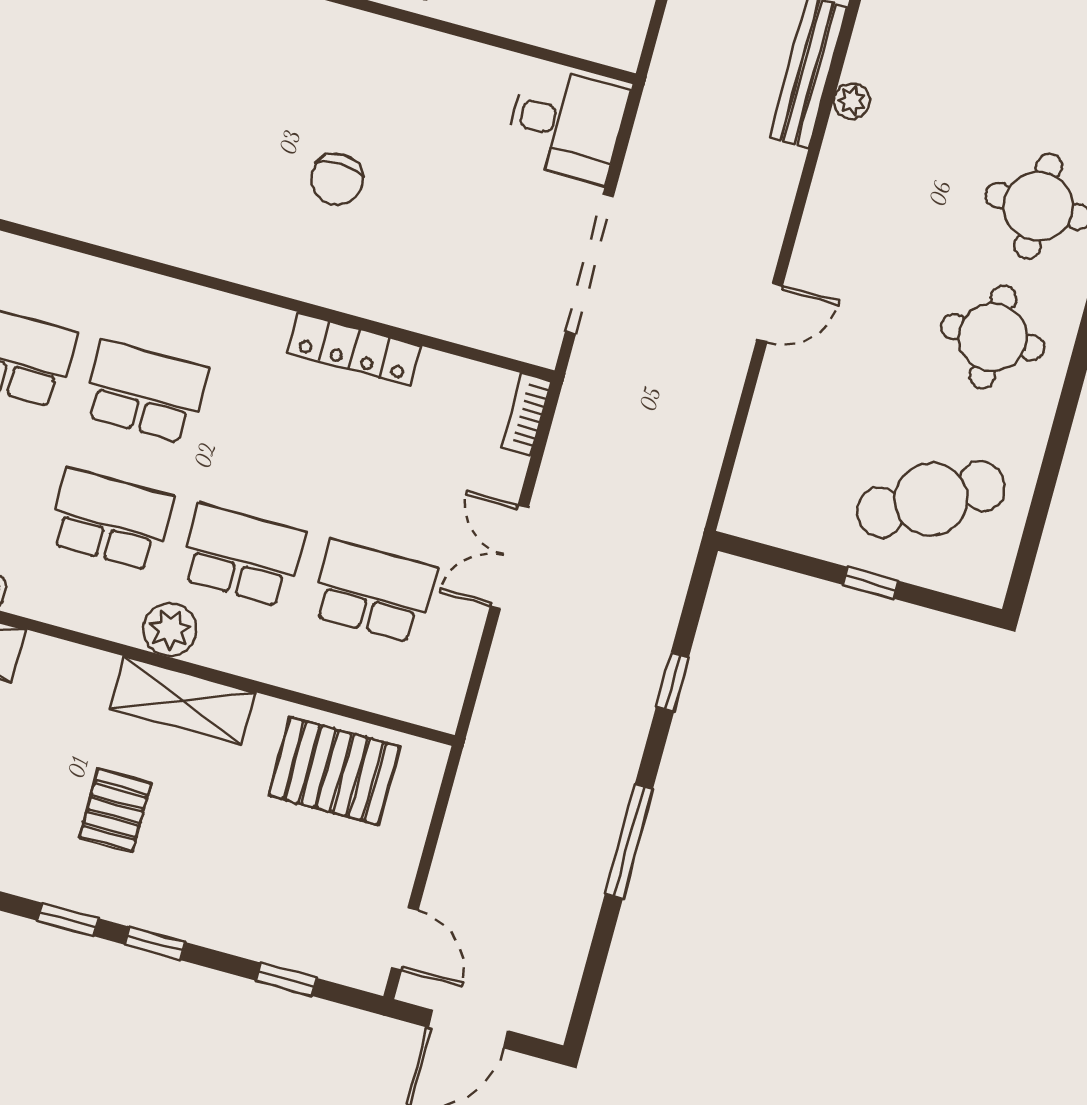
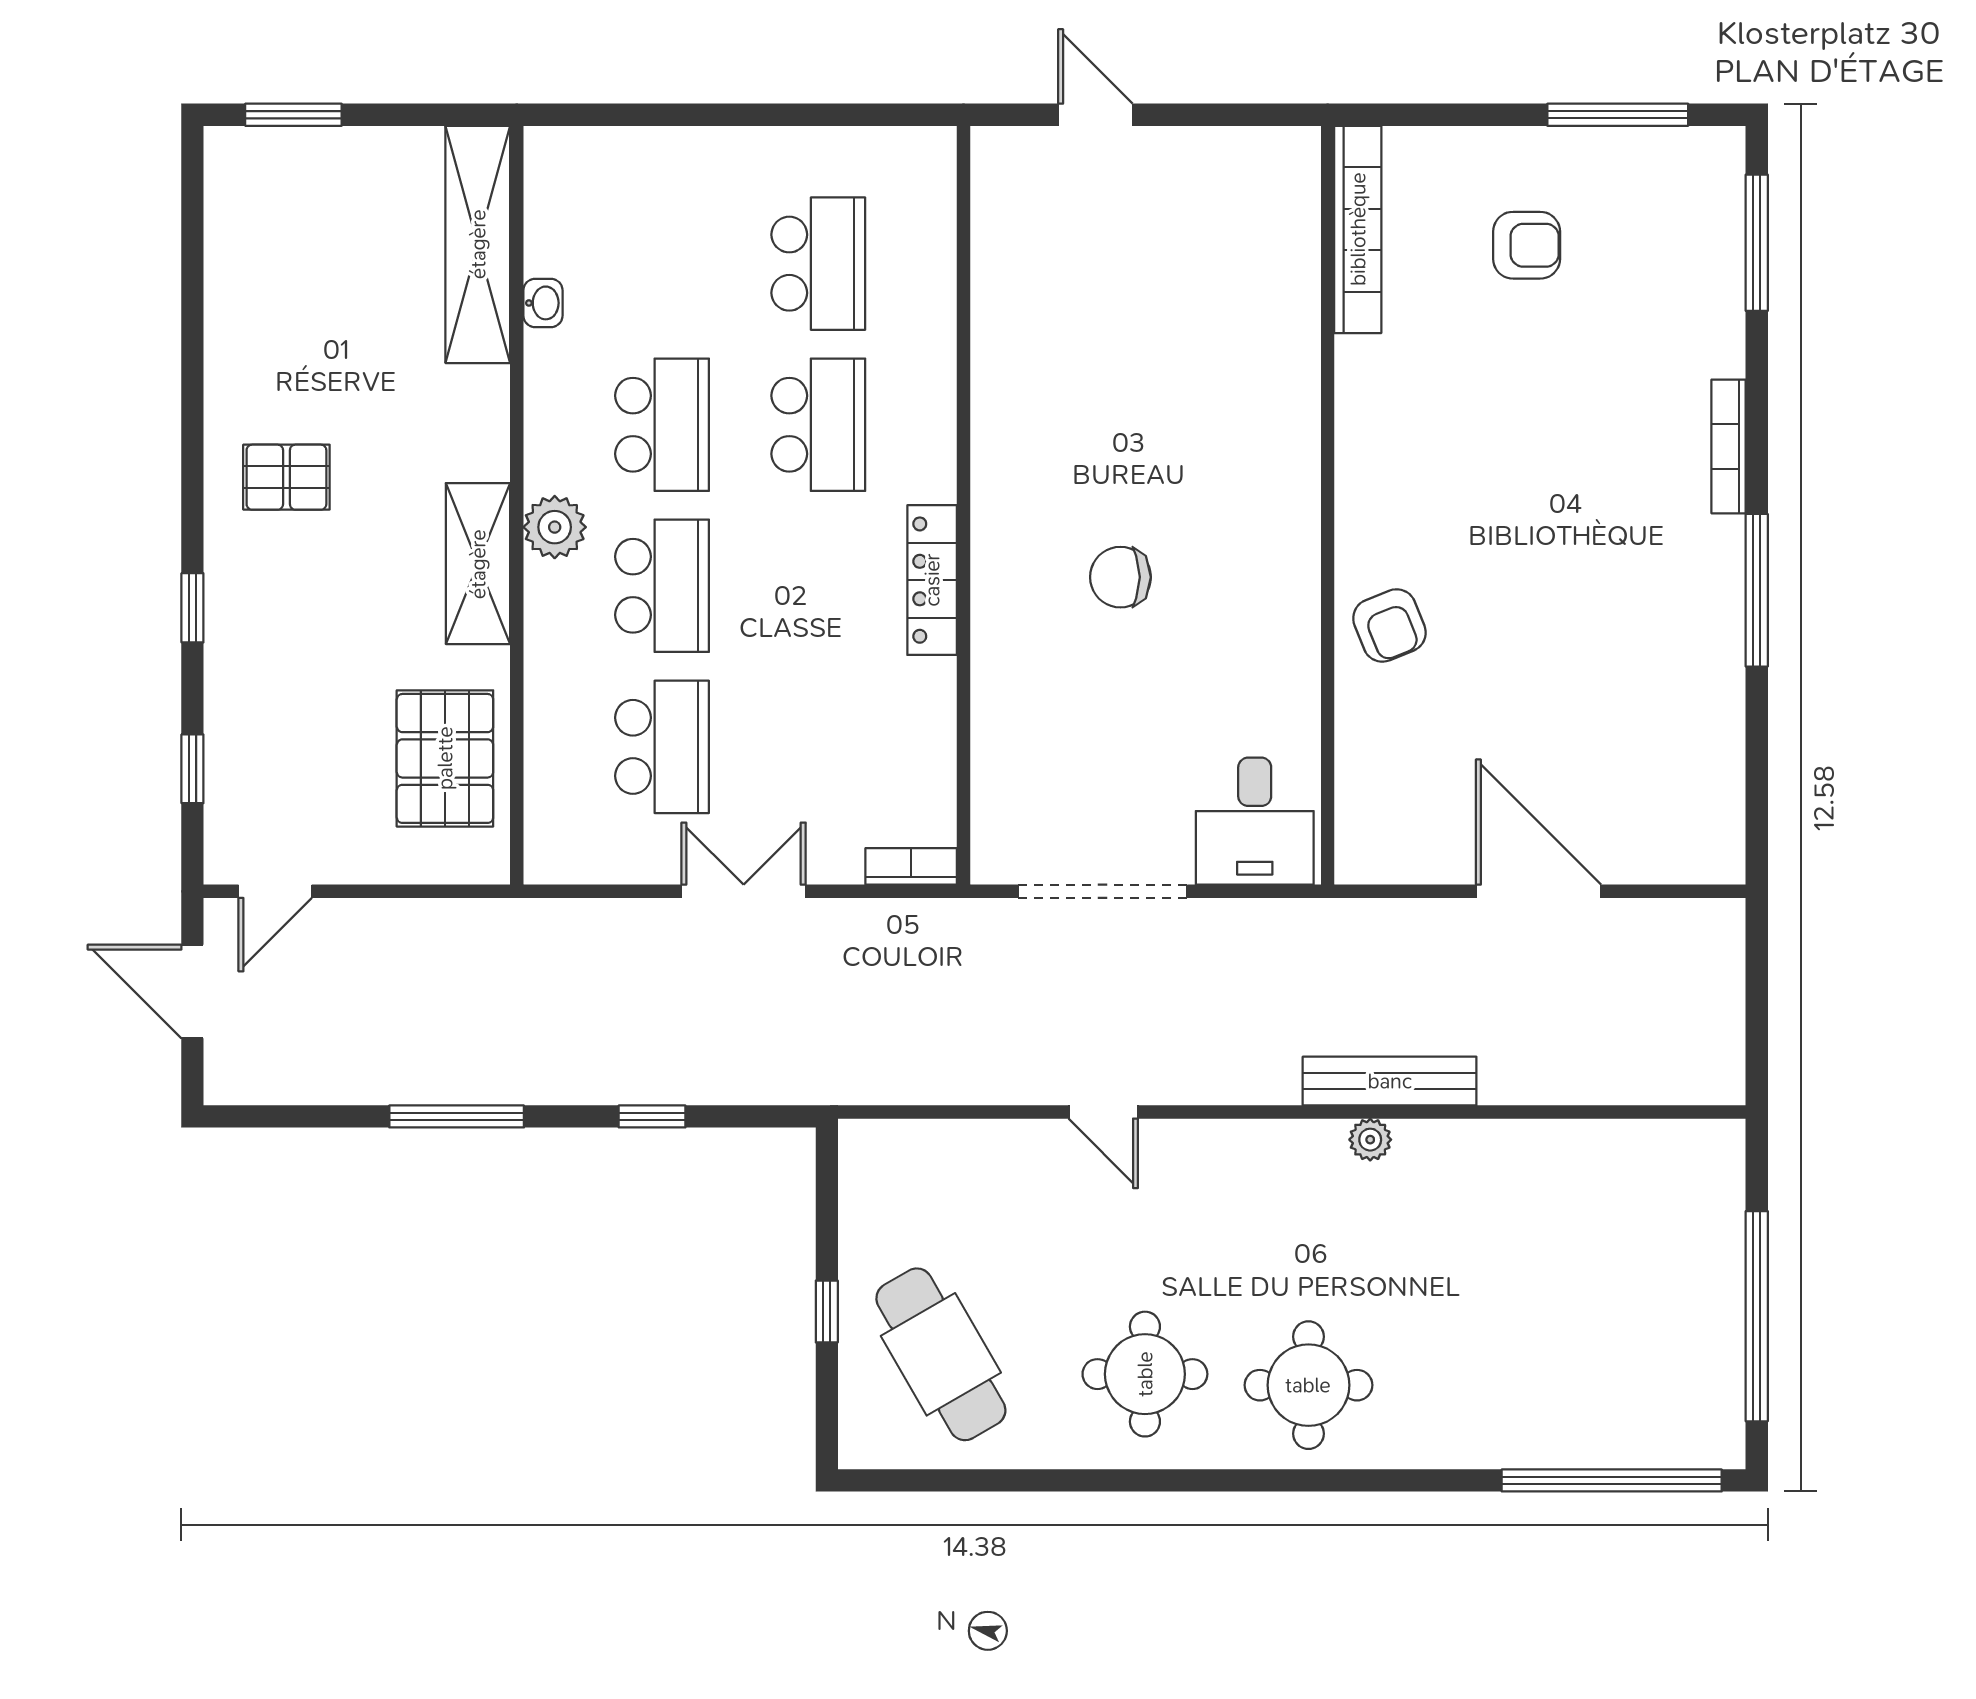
locker: (354, 349) -> (932, 580), moved
pallet: (115, 810) -> (286, 477), moved
window: (68, 920) -> (192, 501), removed

